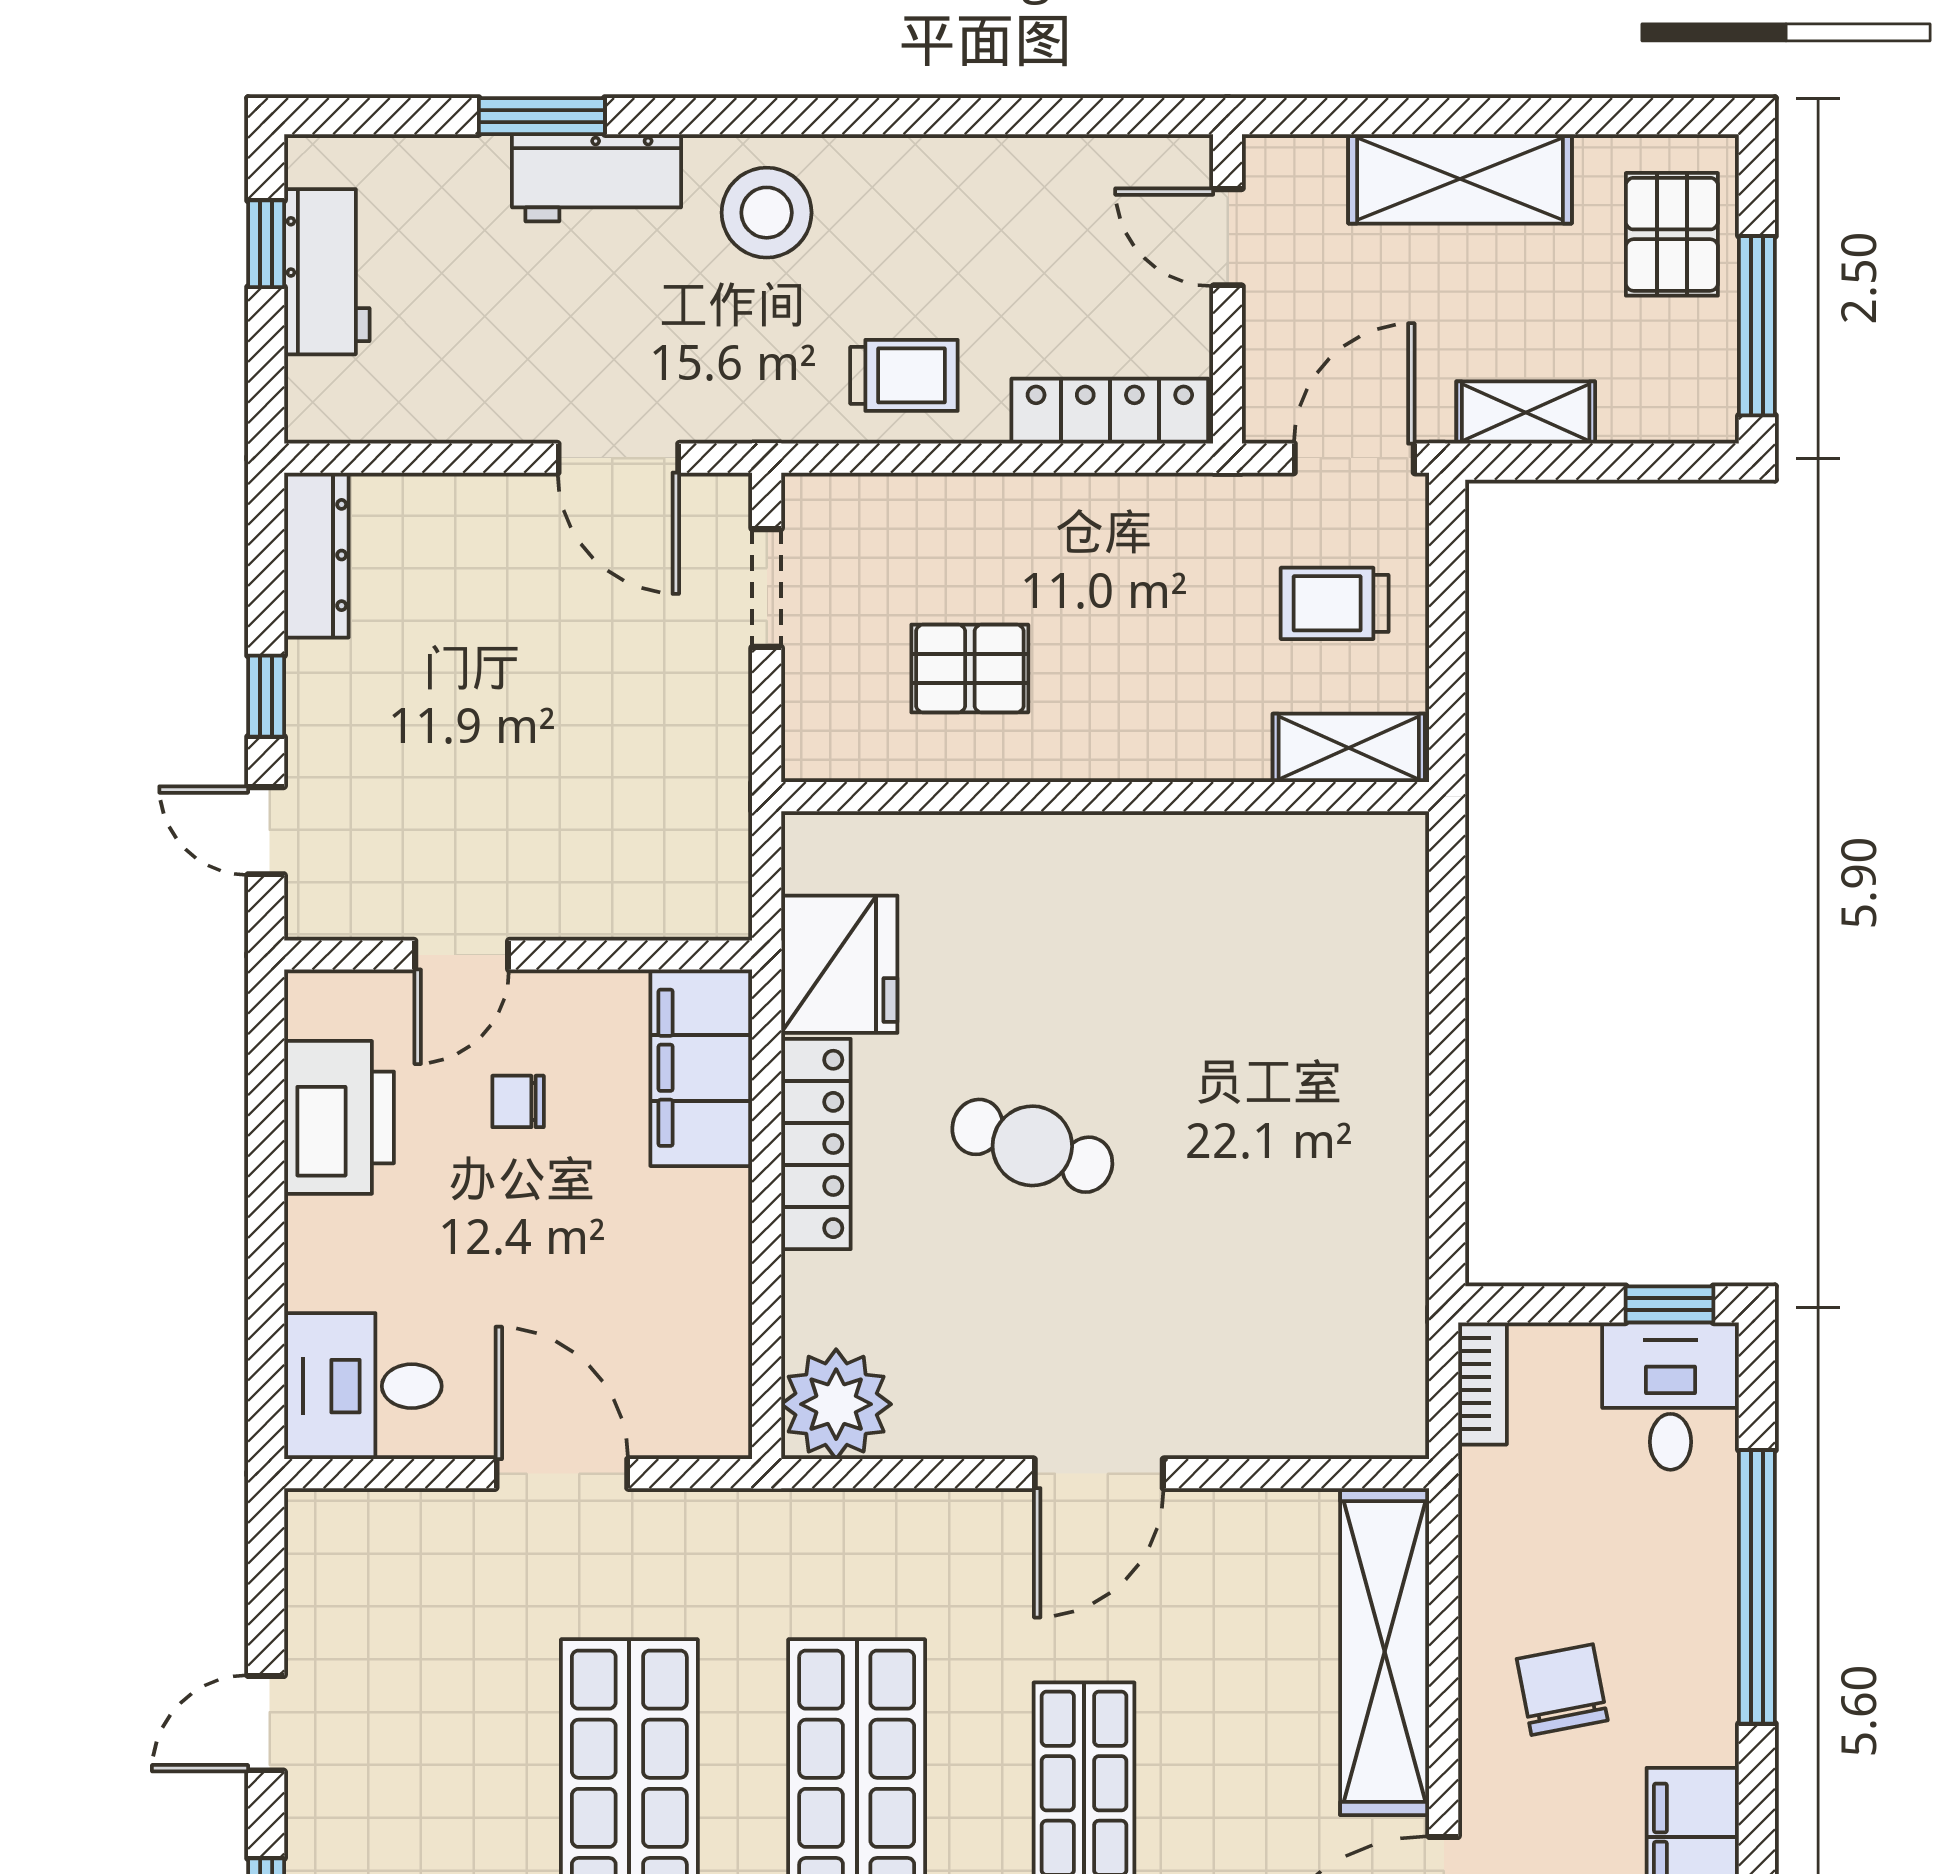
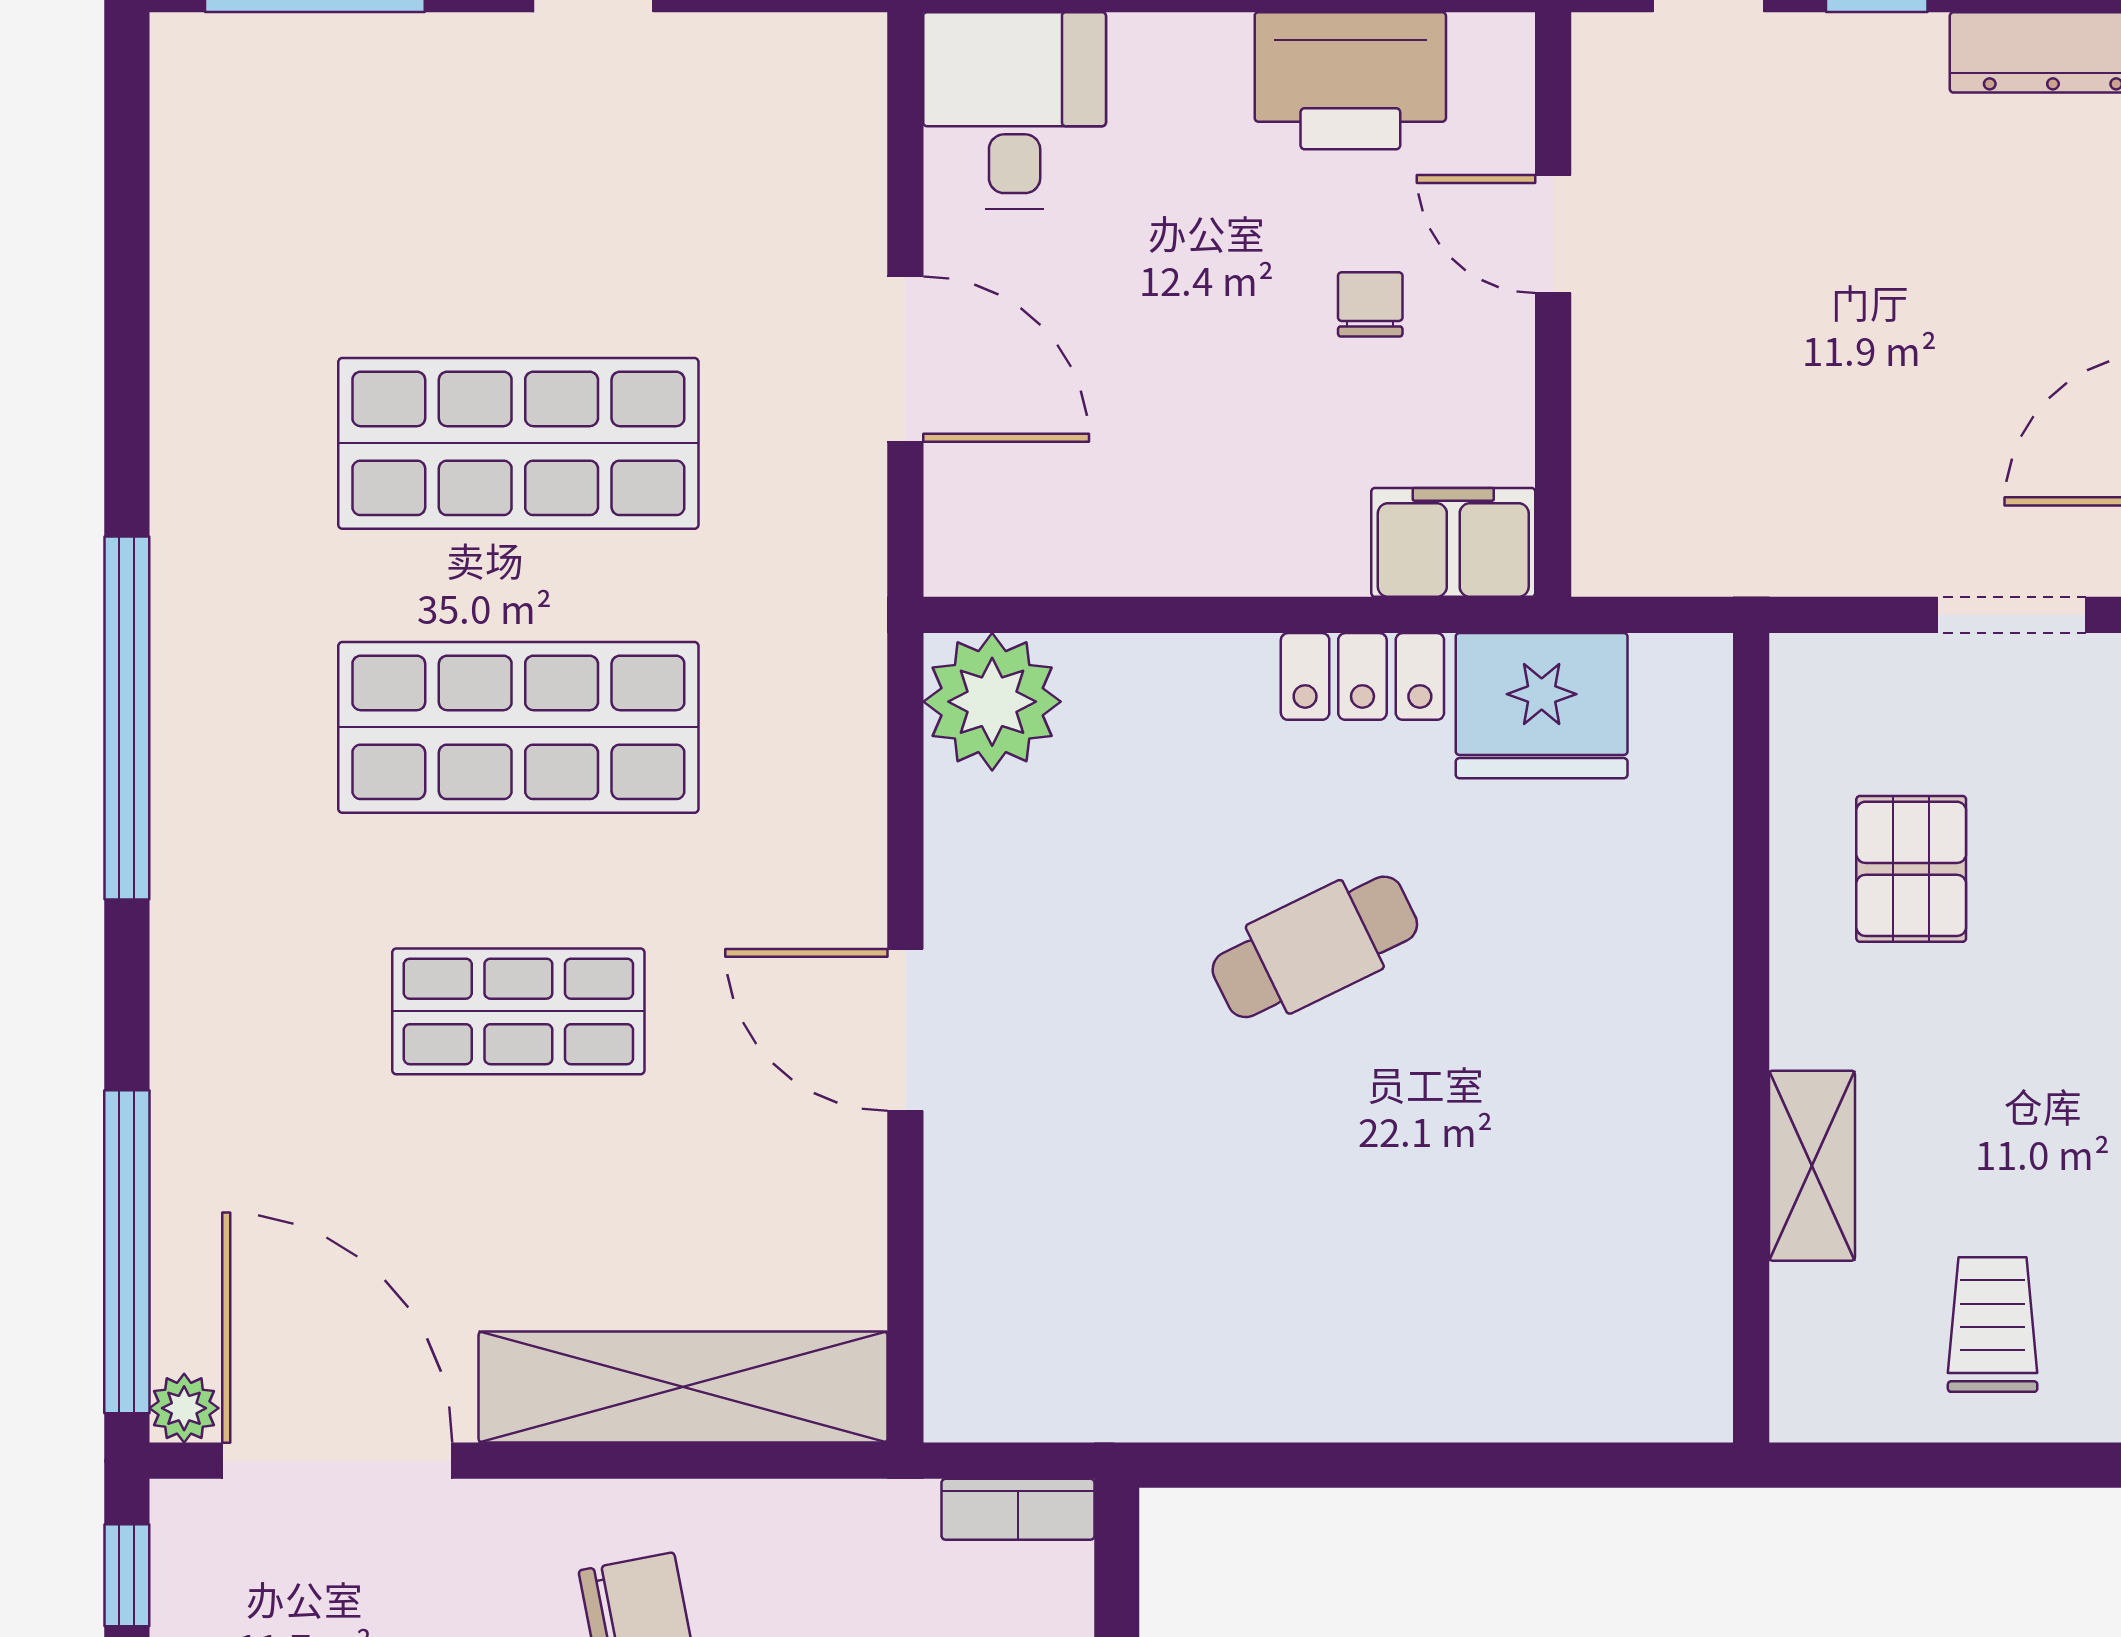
shelving: (1349, 748) -> (1812, 1166), moved
filing cabinet: (701, 1068) -> (1453, 542), width x0.67, depth x0.86
locker: (816, 1144) -> (1362, 676), width x0.66
cafe table: (1032, 1146) -> (1315, 947), turned 45
door: (562, 1474) -> (905, 359), hinge flipped

